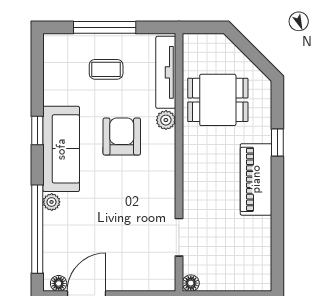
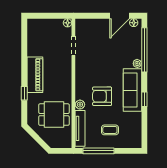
window: (105, 27) -> (98, 151), moved
armchair: (122, 137) -> (102, 96), turned 90

